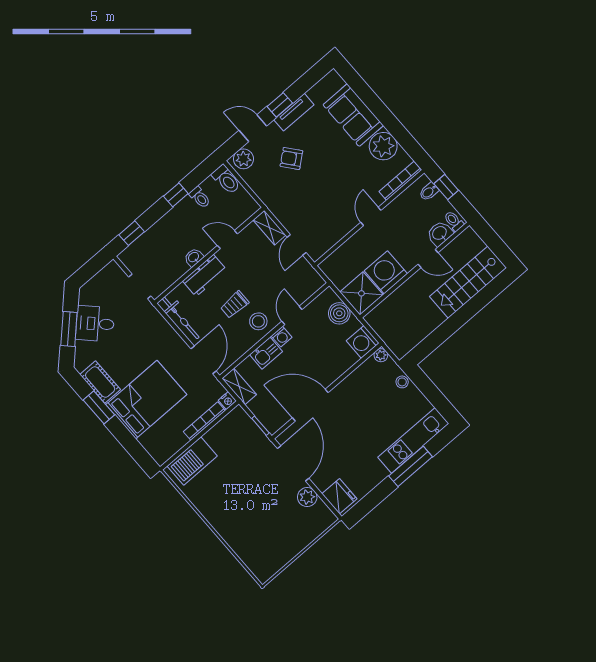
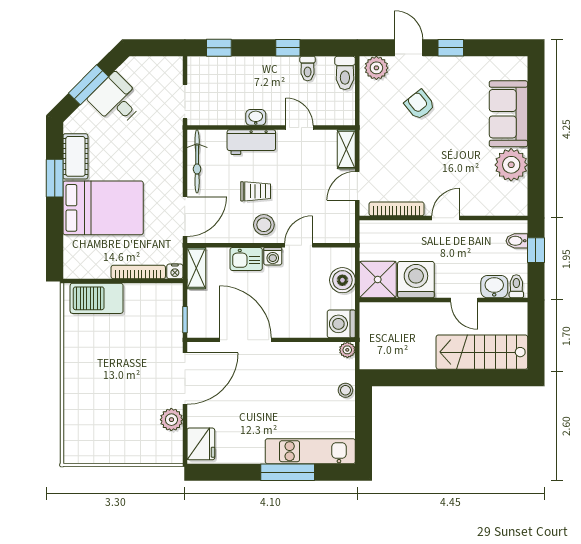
tv unit: (294, 112) -> (458, 65), removed
bookcase: (400, 181) -> (397, 209), moved
trolley: (235, 305) -> (256, 191), turned 180

